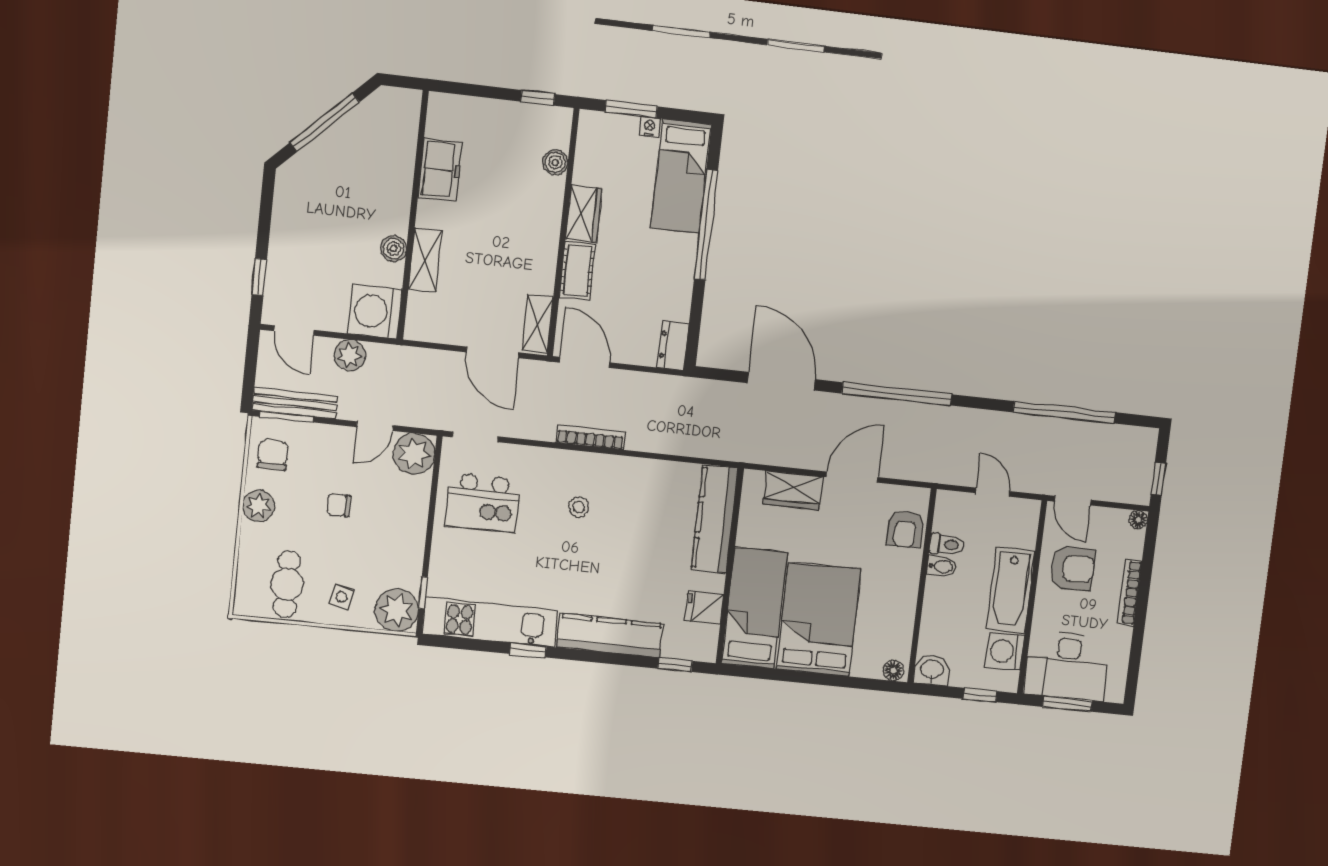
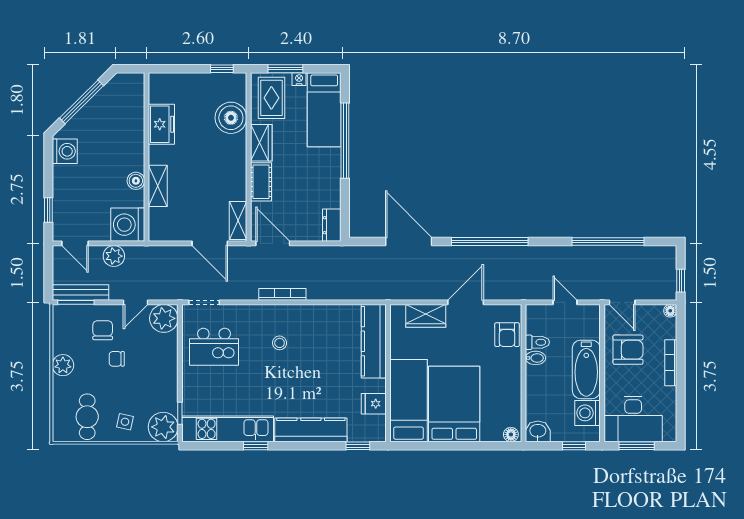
rug: (606, 150) -> (271, 98), added
boiler: (555, 162) -> (231, 118), width x1.86, depth x1.86
washing machine: (292, 193) -> (65, 151), added
chair: (273, 455) -> (103, 330), moved

